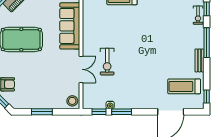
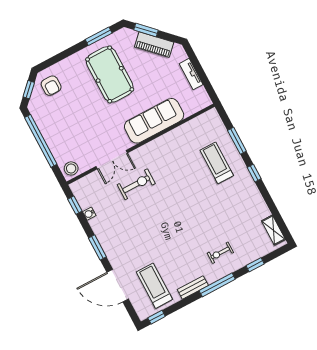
exercise bike: (198, 15) -> (220, 253), moved
exercise bike: (107, 62) -> (136, 184), turned 180
window: (42, 112) -> (41, 141), width x2.11
window: (122, 112) -> (97, 247), moved

